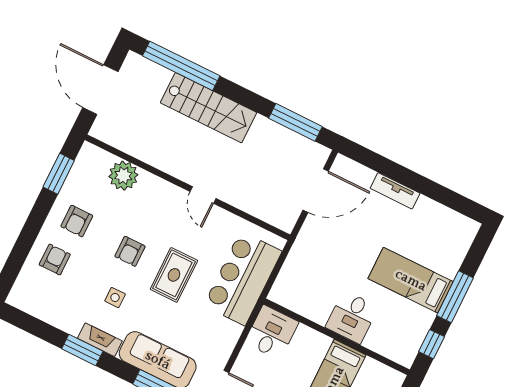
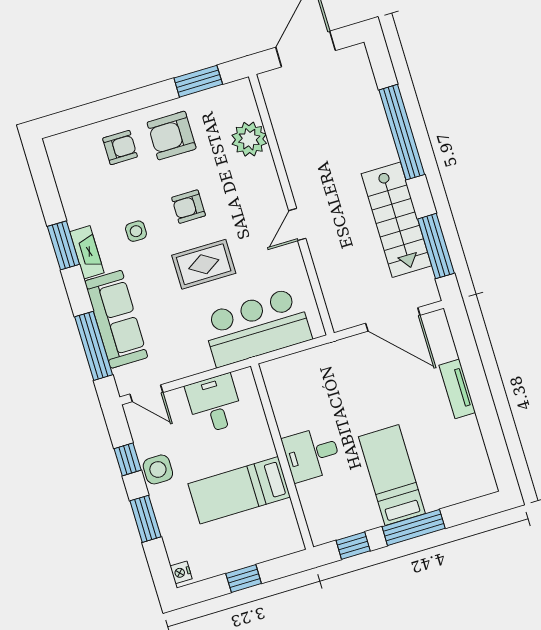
window: (181, 66) -> (402, 132), moved
stairs: (209, 108) -> (396, 220), moved
armchair: (77, 221) -> (172, 136), width x1.38, depth x1.38
desk: (272, 332) -> (214, 404), moved, turned -90

